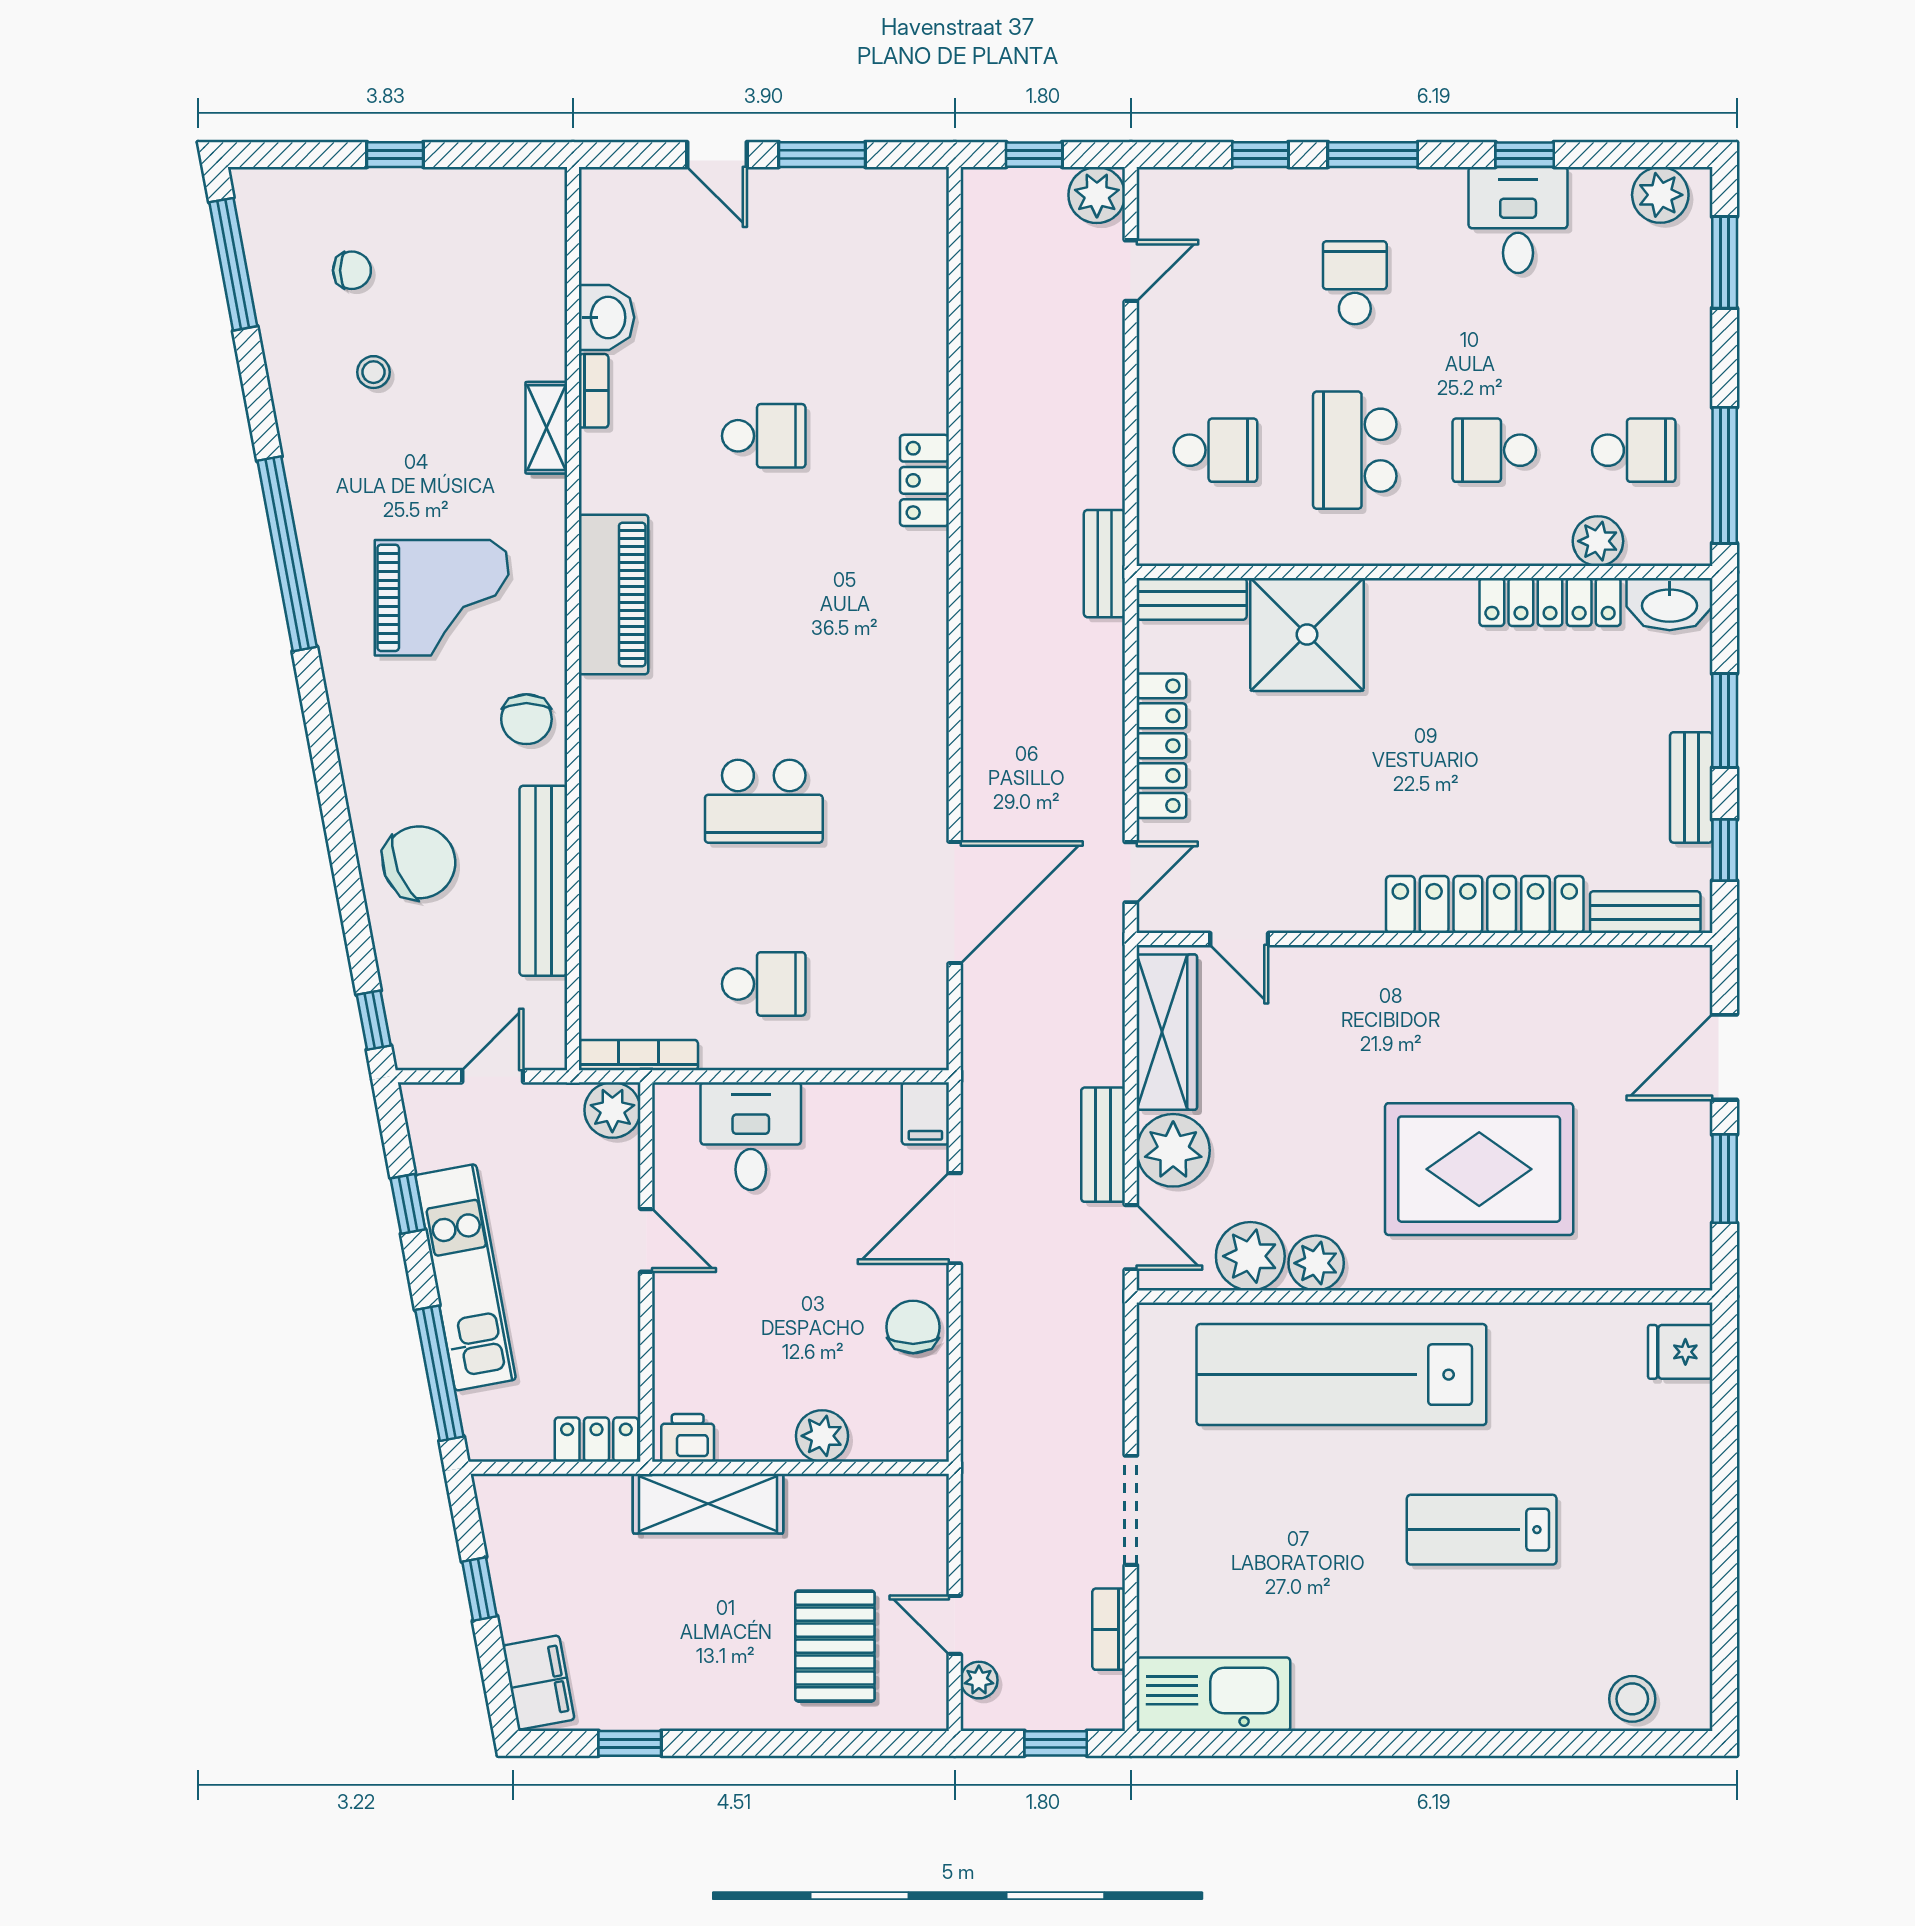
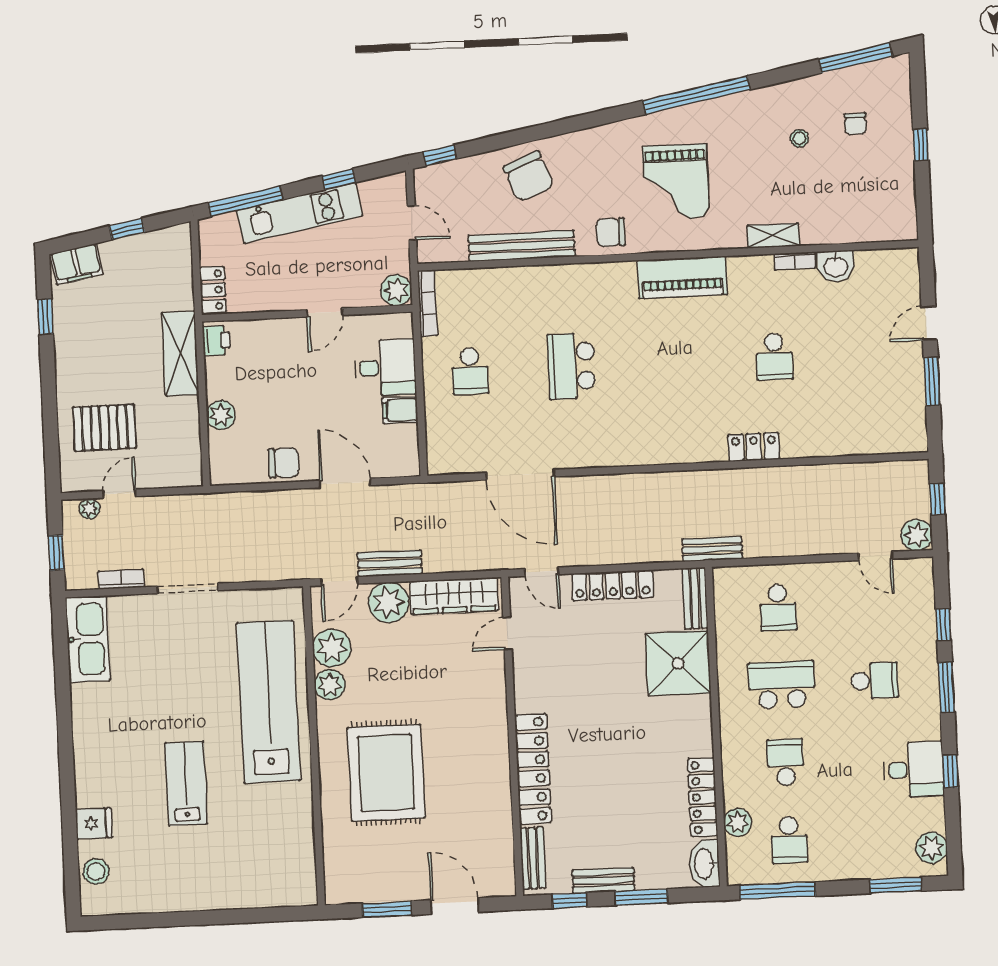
filing cabinet: (925, 1113) -> (400, 410), moved
fridge: (1680, 1352) -> (94, 824), moved, turned 90

